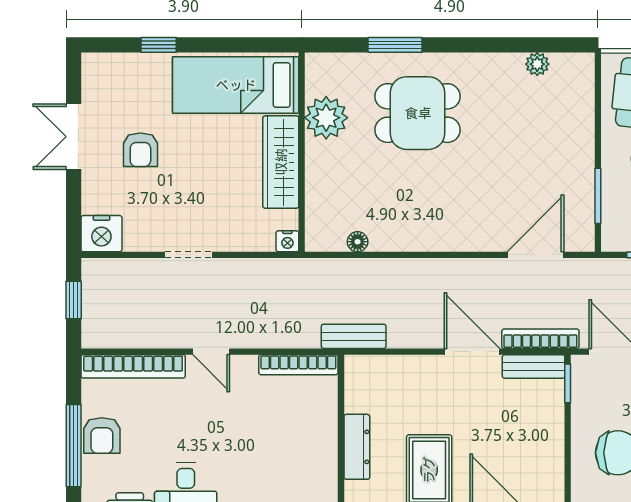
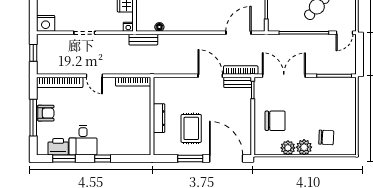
bench: (354, 336) -> (143, 40), moved
armchair: (102, 435) -> (46, 113), turned -90

